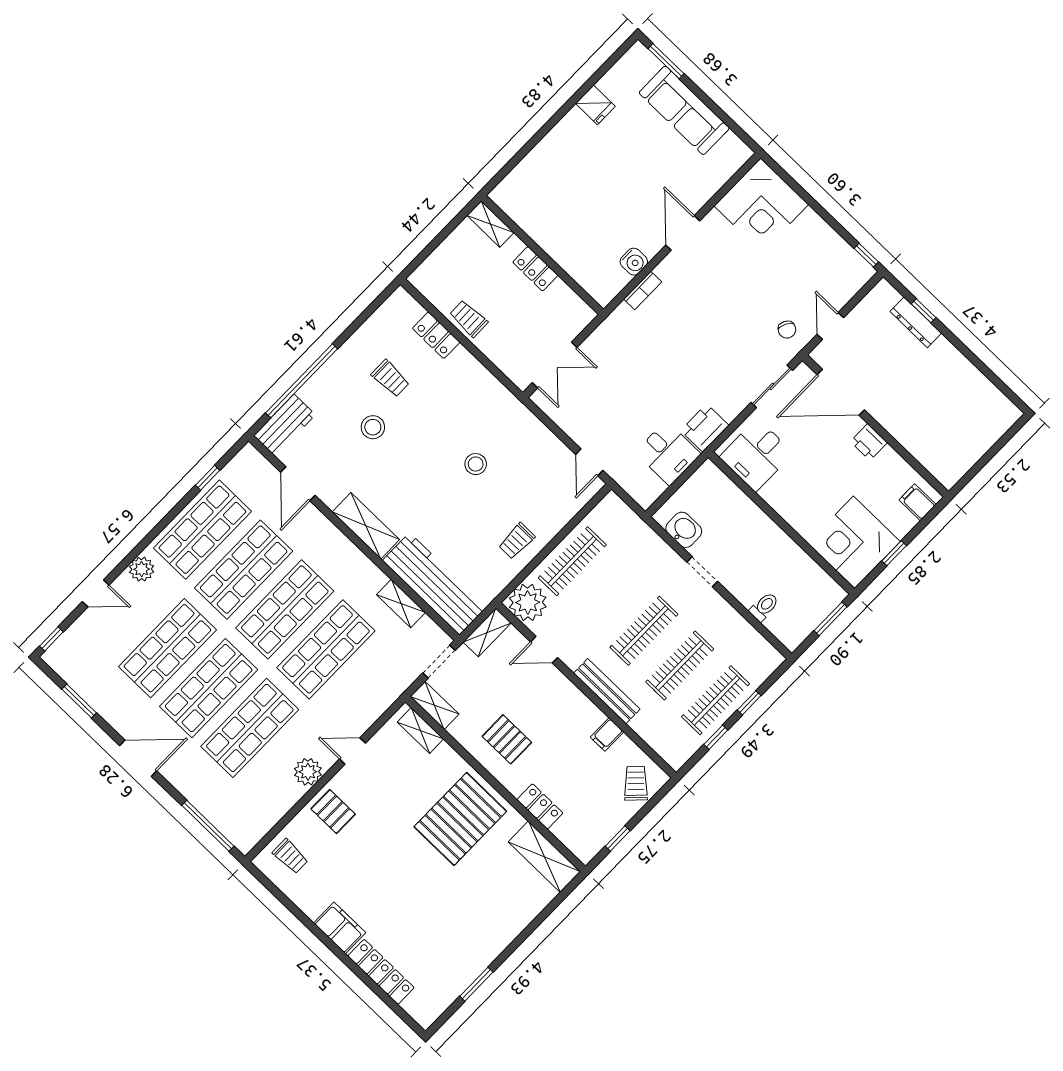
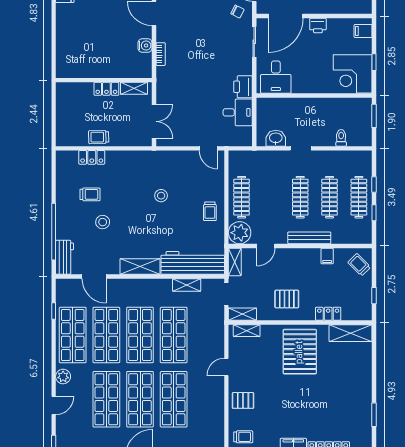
shelving: (490, 224) -> (134, 88), moved
plant: (308, 772) -> (216, 394), removed

